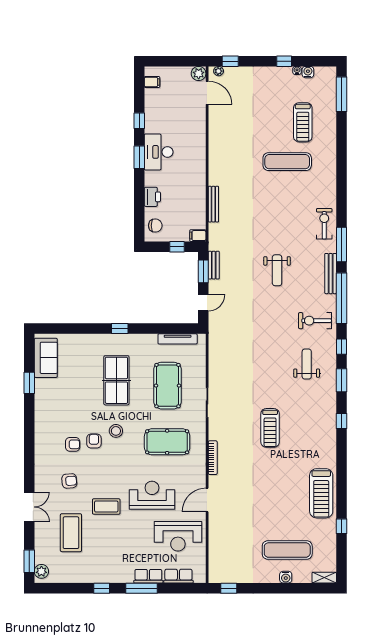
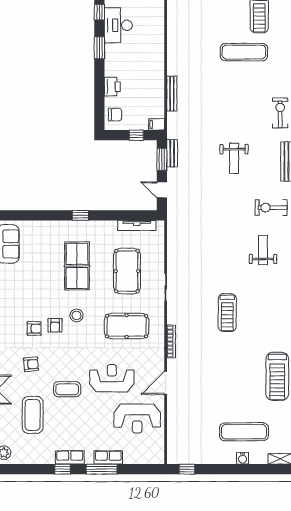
desk: (159, 152) -> (118, 25), moved
door: (203, 303) -> (162, 190), swing flipped
armchair: (94, 441) -> (55, 325), turned 180
row of seats: (178, 576) -> (70, 457), moved

